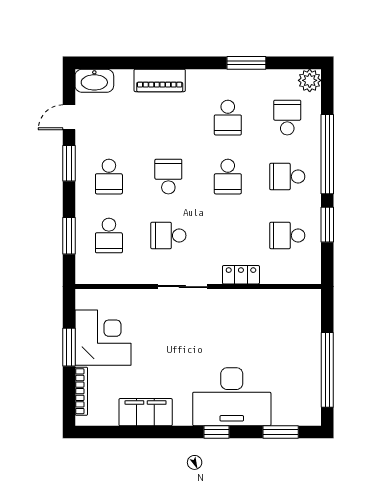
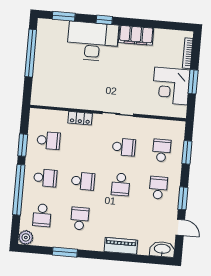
door: (69, 117) -> (180, 227), hinge flipped
school desk: (228, 177) -> (83, 181), turned 90
filing cabinet: (146, 412) -> (136, 35), moved

